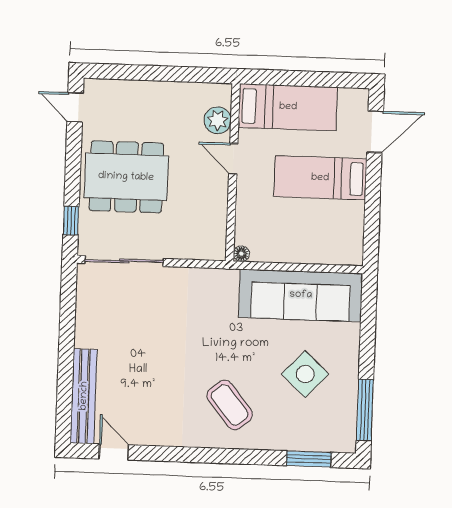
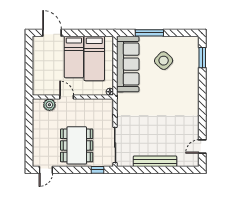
bed: (288, 107) -> (94, 58), moved, turned 180
door: (233, 159) -> (67, 97), swing flipped
bench: (84, 396) -> (155, 161), moved
coffee table: (230, 405) -> (179, 95), removed
window: (365, 410) -> (149, 33), moved

